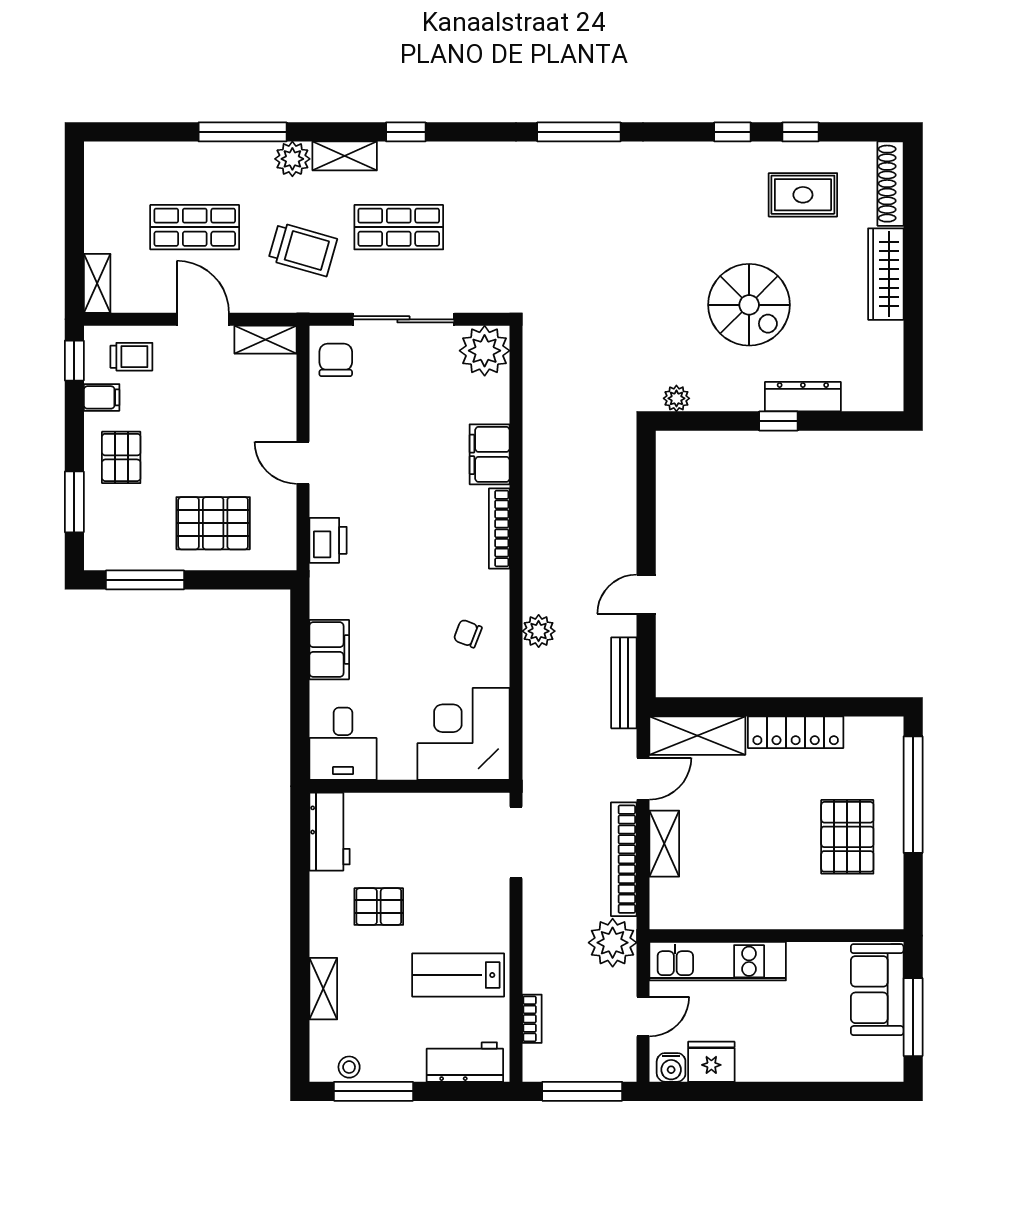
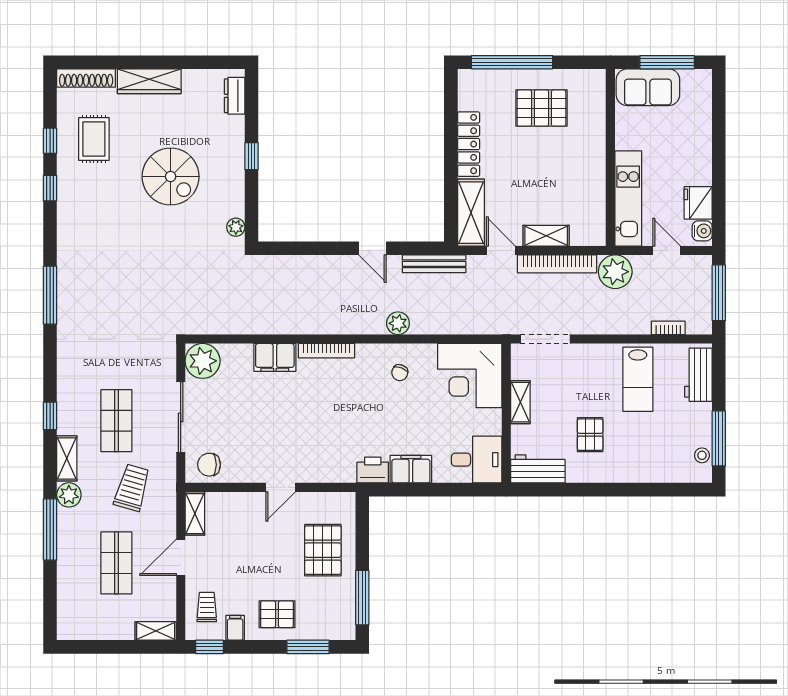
spiral stairs: (749, 305) -> (171, 177), turned 90
dresser: (803, 397) -> (235, 96), moved, width x0.70
printer: (328, 540) -> (373, 470), moved
shelving: (323, 989) -> (520, 402), moved, turned 90

